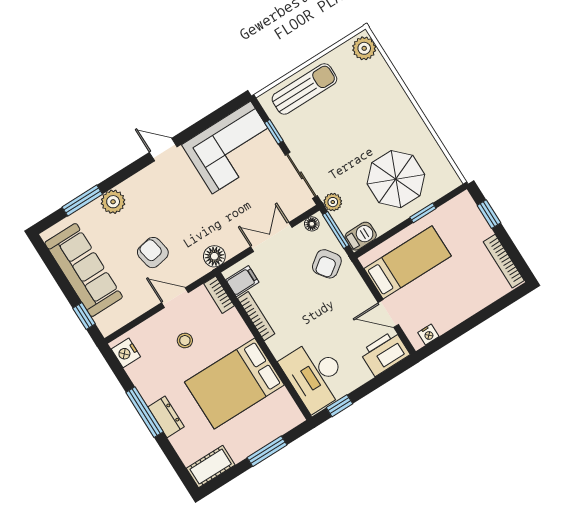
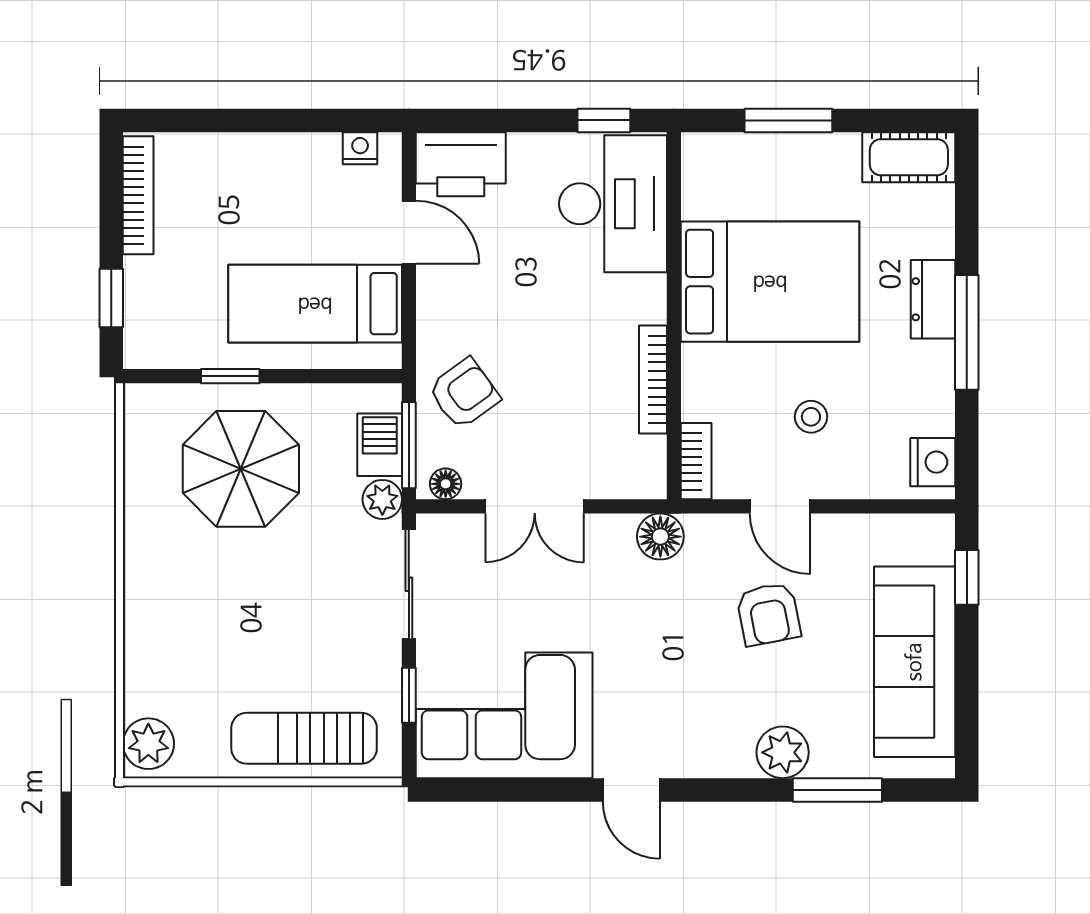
barbecue: (361, 236) -> (380, 445), moved, turned 90
filing cabinet: (242, 281) -> (638, 459), removed

